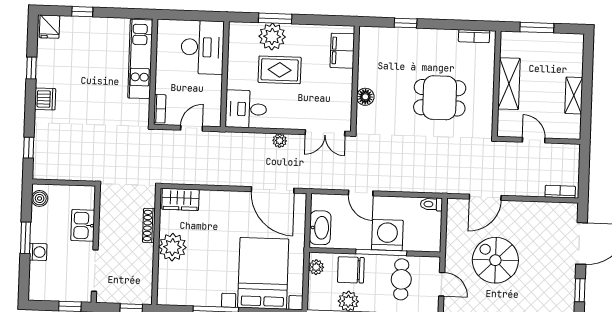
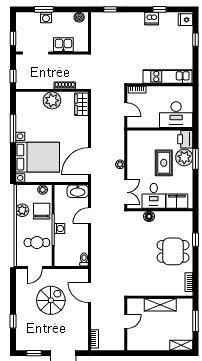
printer: (243, 34) -> (185, 139), added
shelving: (574, 95) -> (181, 345), moved
dining table: (440, 98) -> (173, 251), moved, turned 90
dishwasher: (45, 99) -> (152, 19), moved
desk: (246, 109) -> (154, 196), moved, turned 180
double door: (325, 133) -> (126, 192), swing flipped
washbasin: (320, 228) -> (78, 191), moved
washing machine: (387, 235) -> (60, 228), width x0.53, depth x0.53
window: (25, 238) -> (44, 9), moved

